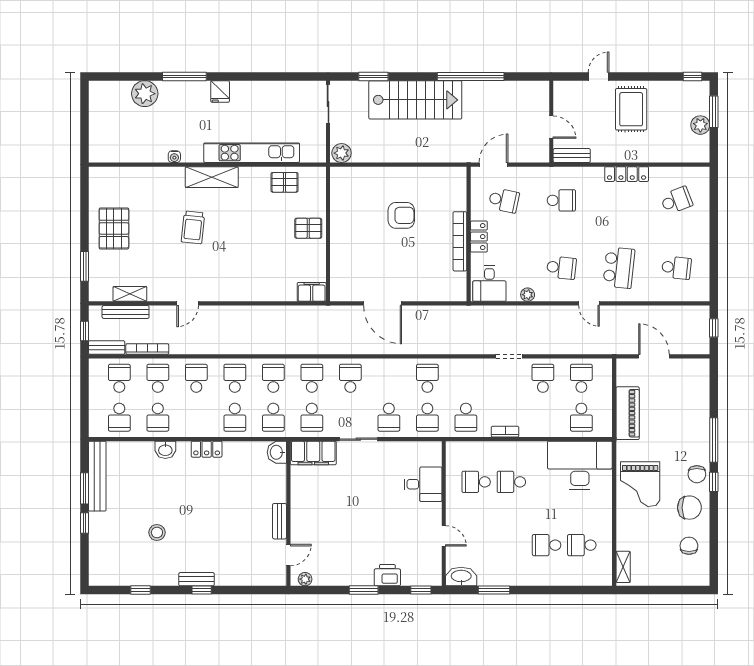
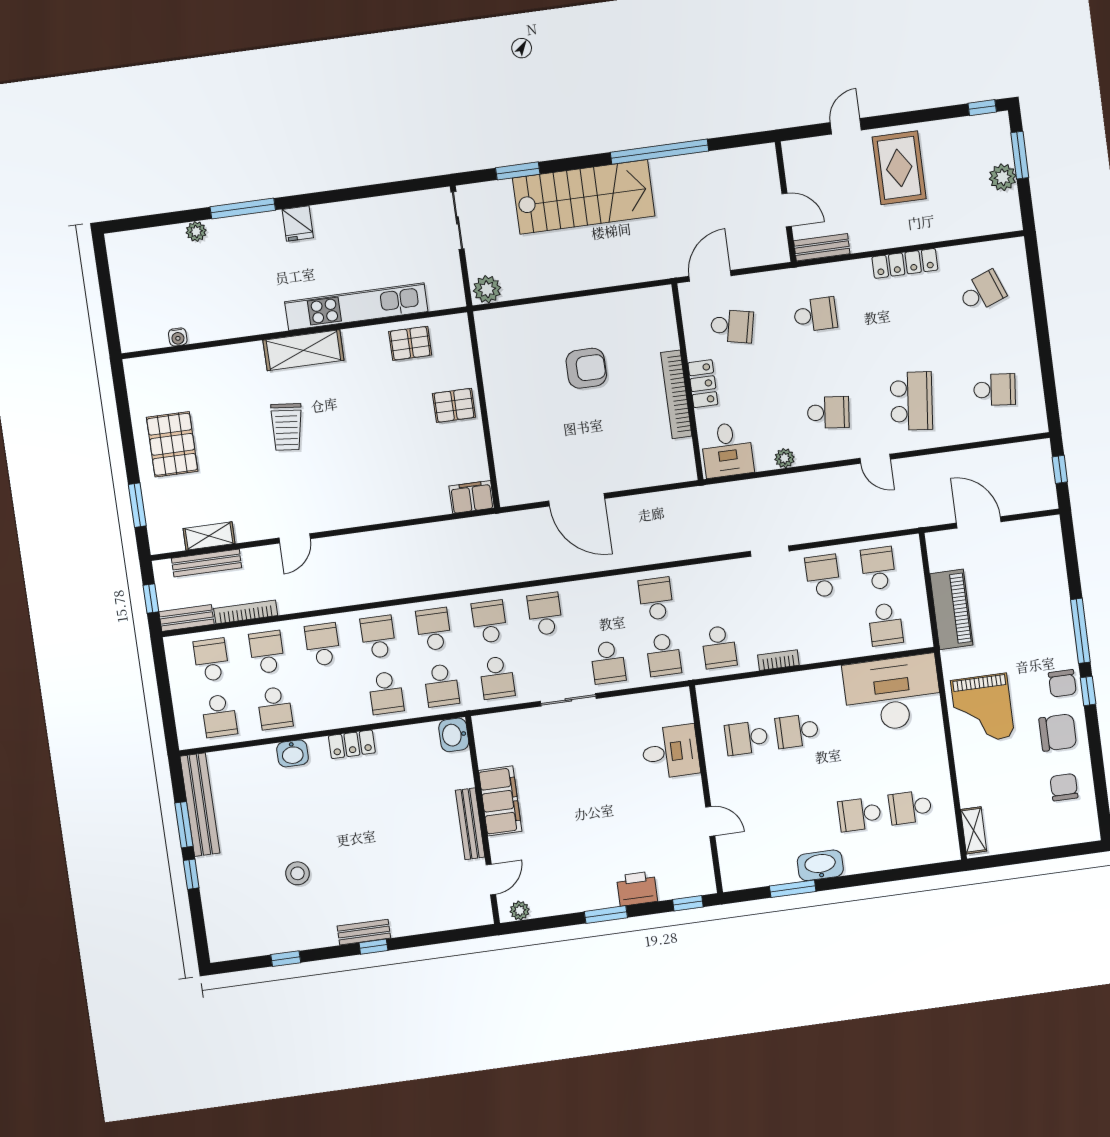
plant: (145, 94) -> (196, 231), width x0.53, depth x0.53
water cooler: (174, 157) -> (178, 337), moved
filing cabinet: (313, 453) -> (500, 801), moved, turned -90
bench: (280, 521) -> (470, 824), width x1.36
washbasin: (461, 577) -> (820, 865), moved

